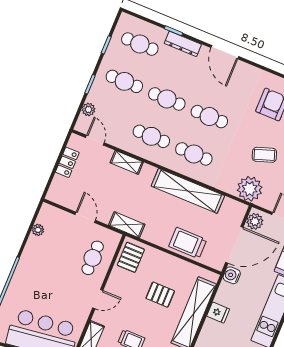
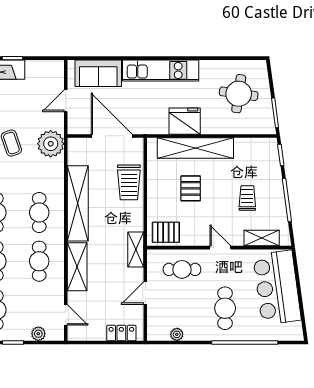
door: (95, 140) -> (66, 315), swing flipped
locker: (67, 162) -> (121, 333), moved
shelving: (127, 162) -> (77, 267), width x1.50, depth x1.33
plant: (255, 221) -> (80, 125), removed
water cooler: (232, 275) -> (143, 126), removed
cafe table: (43, 281) -> (225, 308), added
fridge: (218, 313) -> (185, 121), width x1.88, depth x1.34

